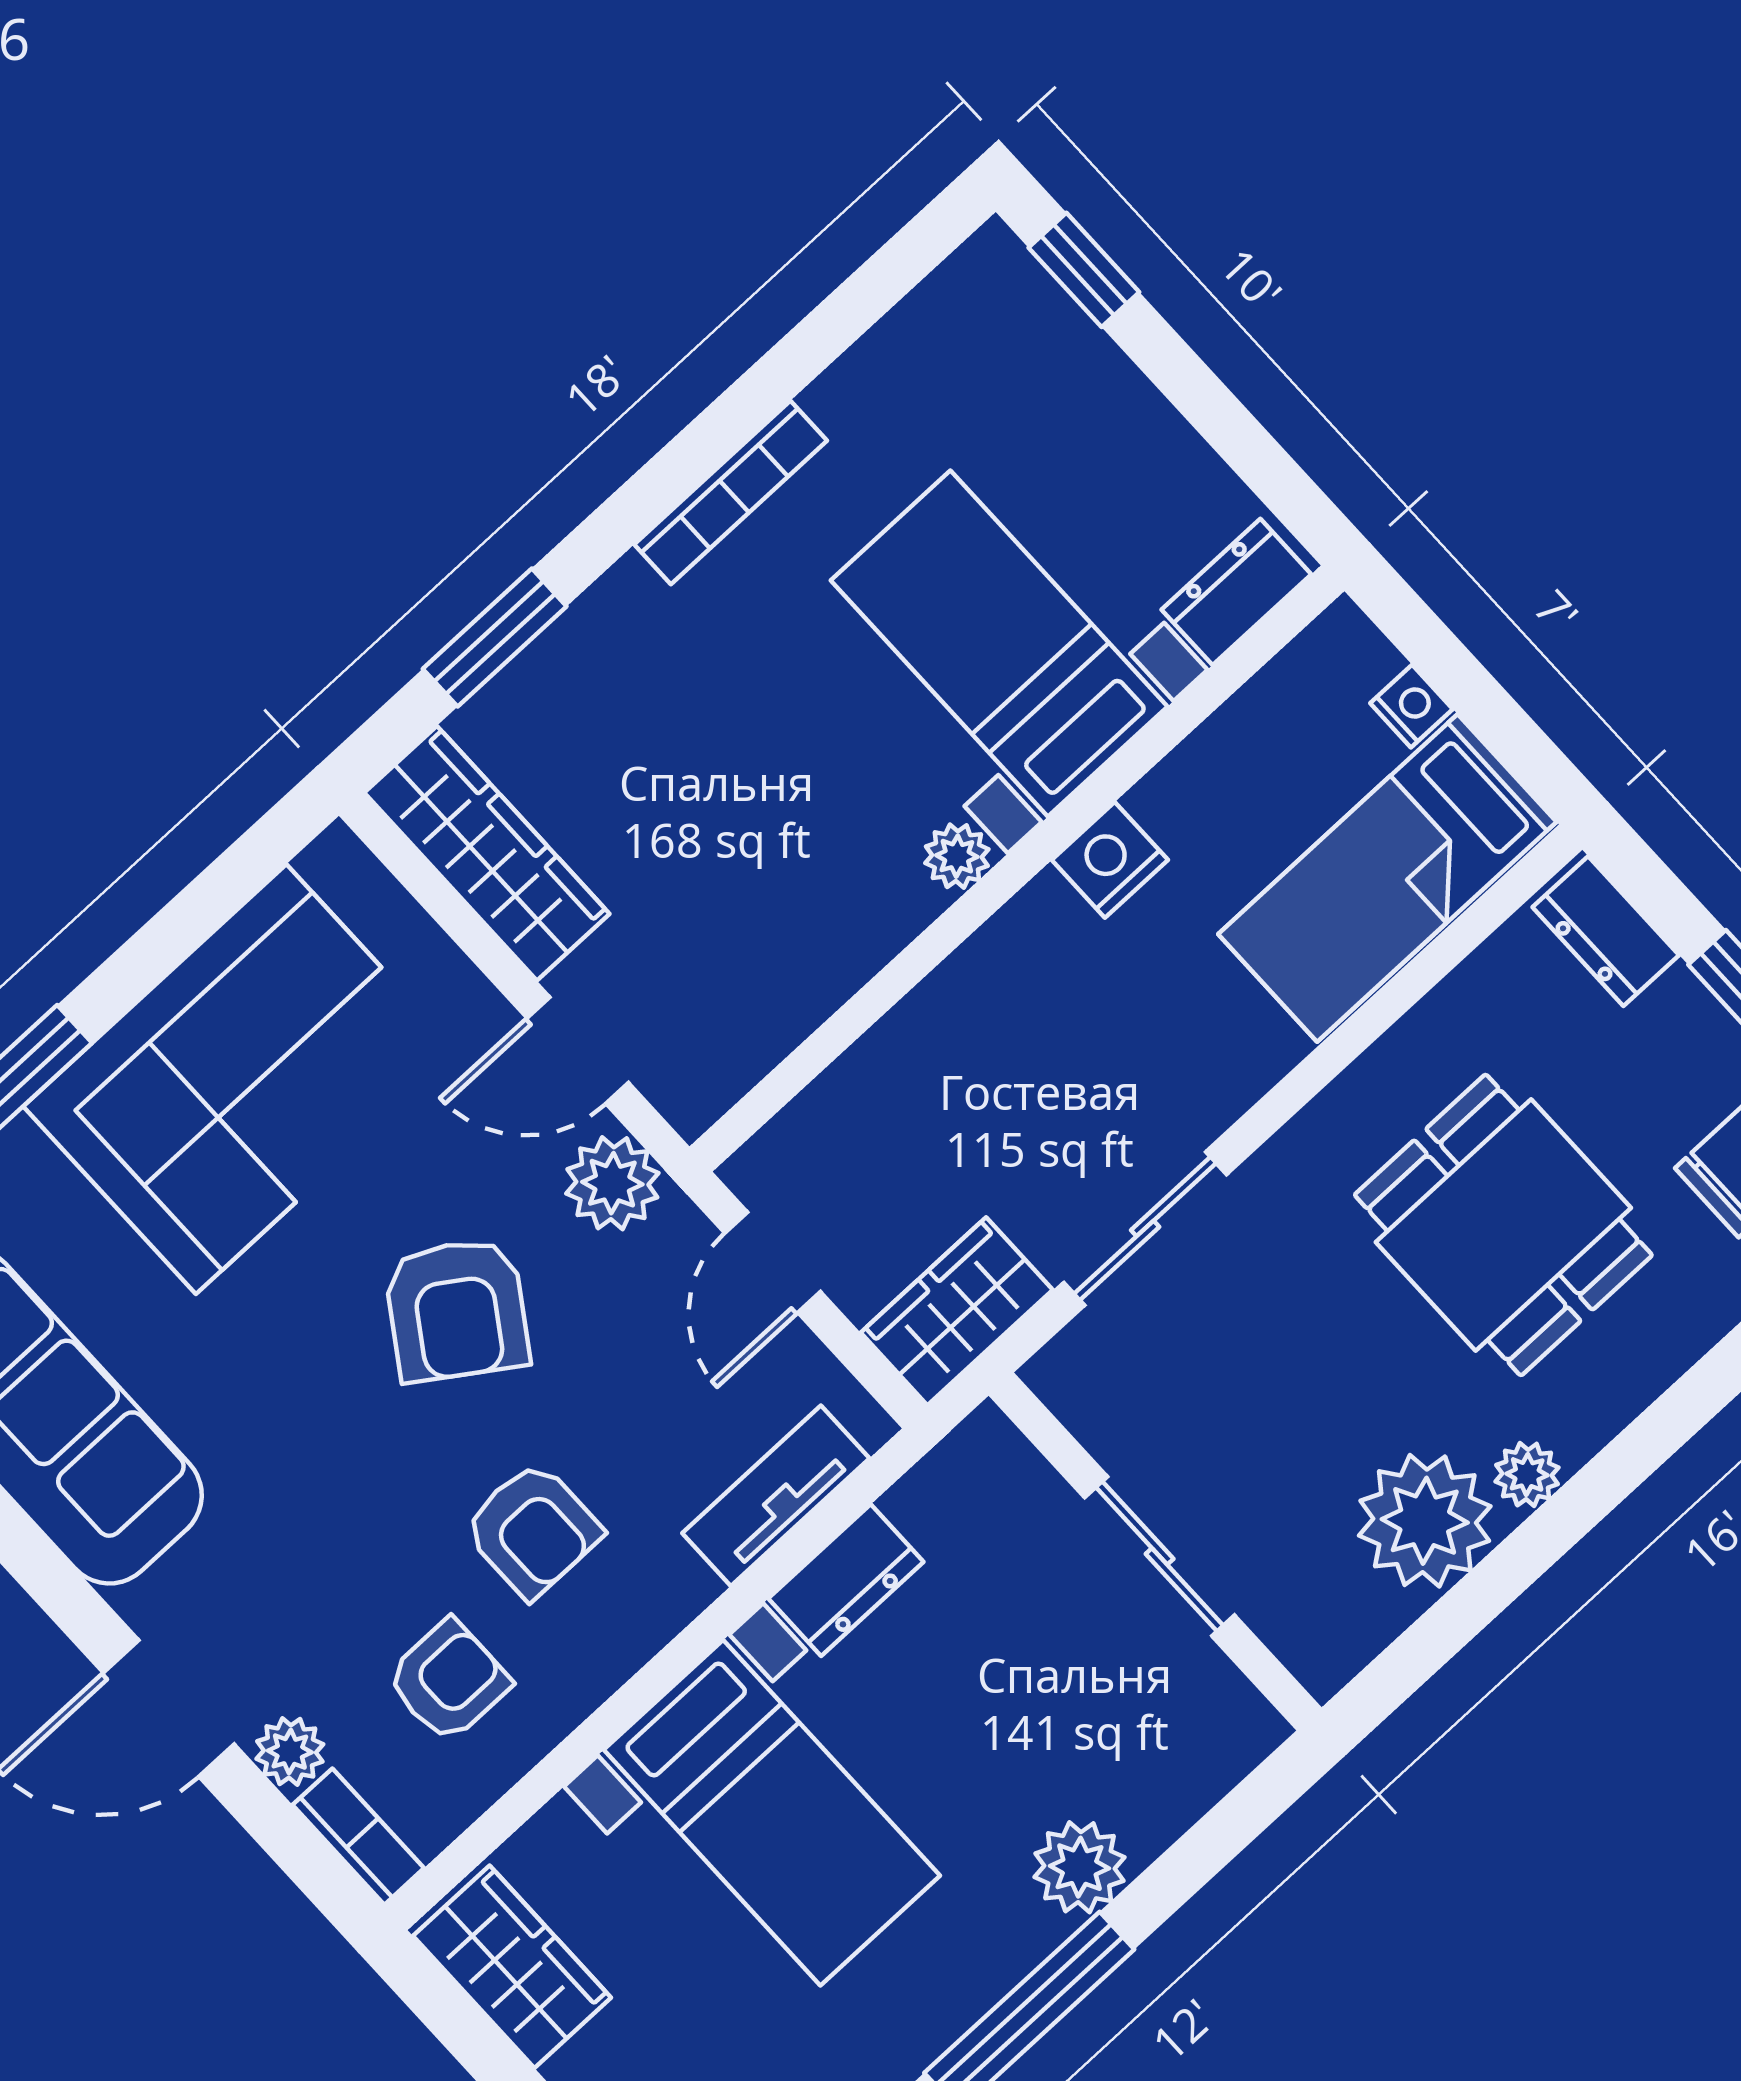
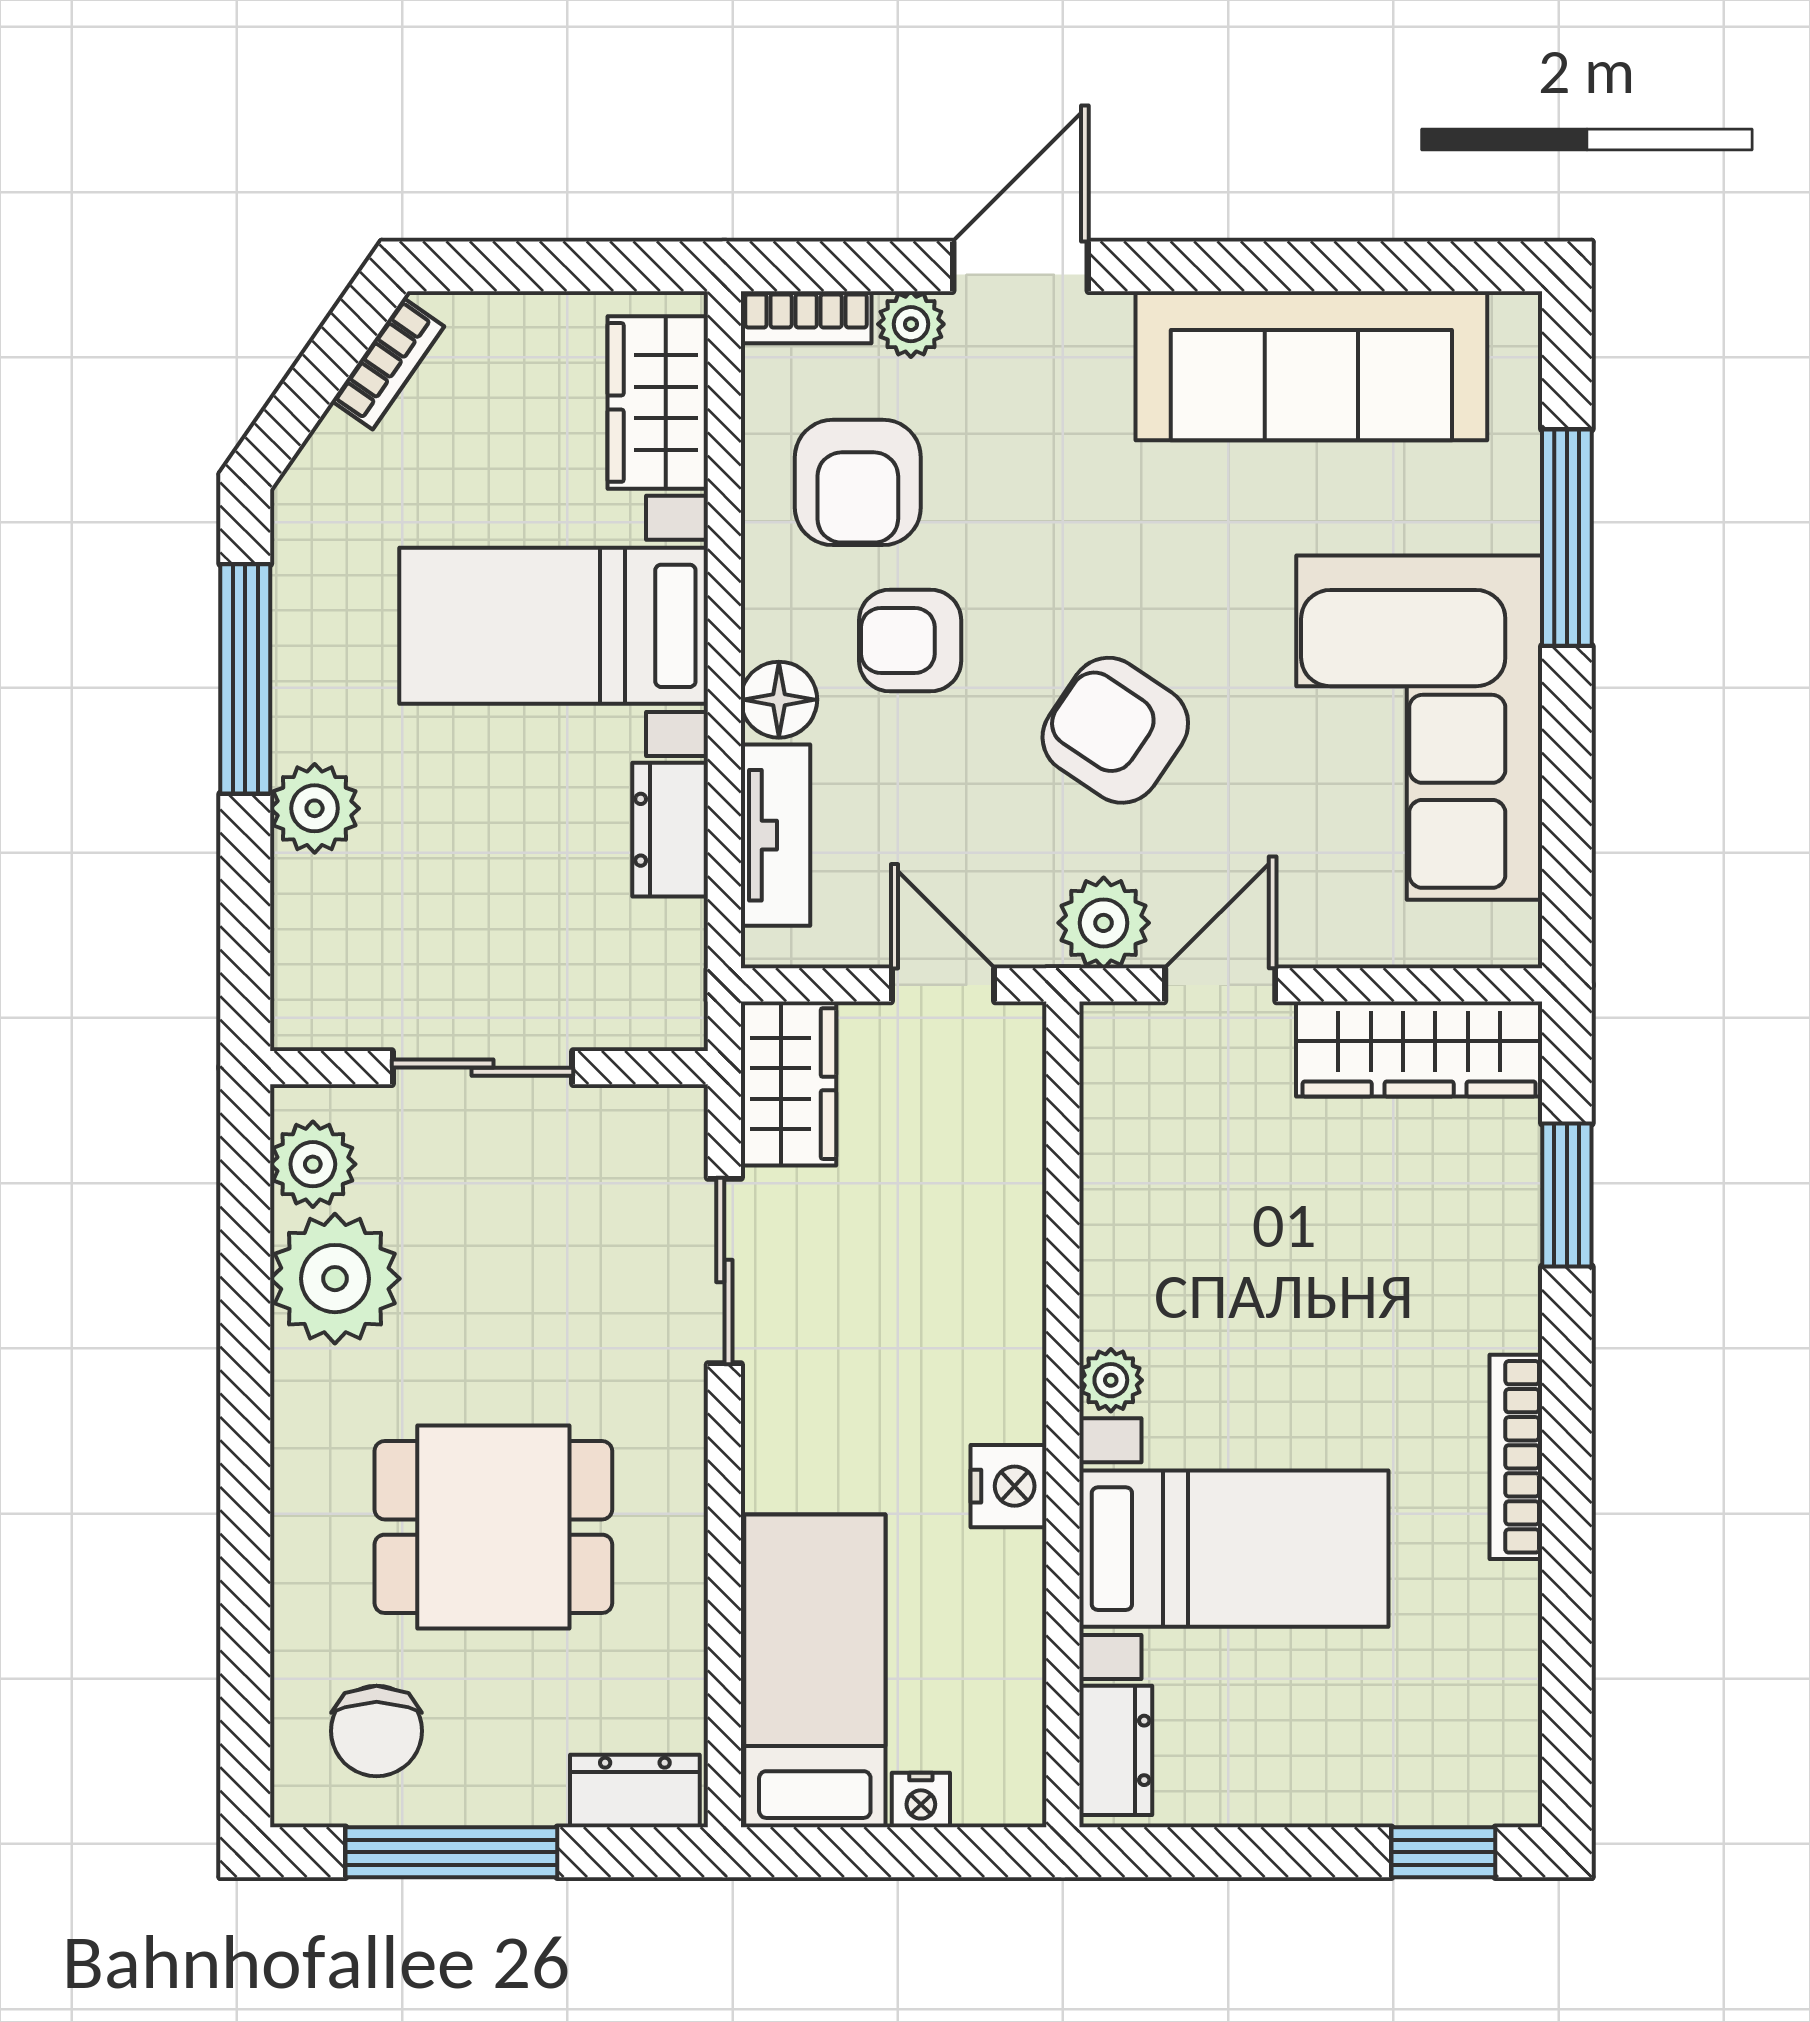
plant: (1527, 1474) -> (313, 1164), moved, width x1.38, depth x1.38
floor lamp: (670, 1588) -> (779, 700), added
armchair: (448, 1681) -> (858, 482), width x1.38, depth x1.38
wardrobe: (512, 1967) -> (658, 402), moved, turned 90

